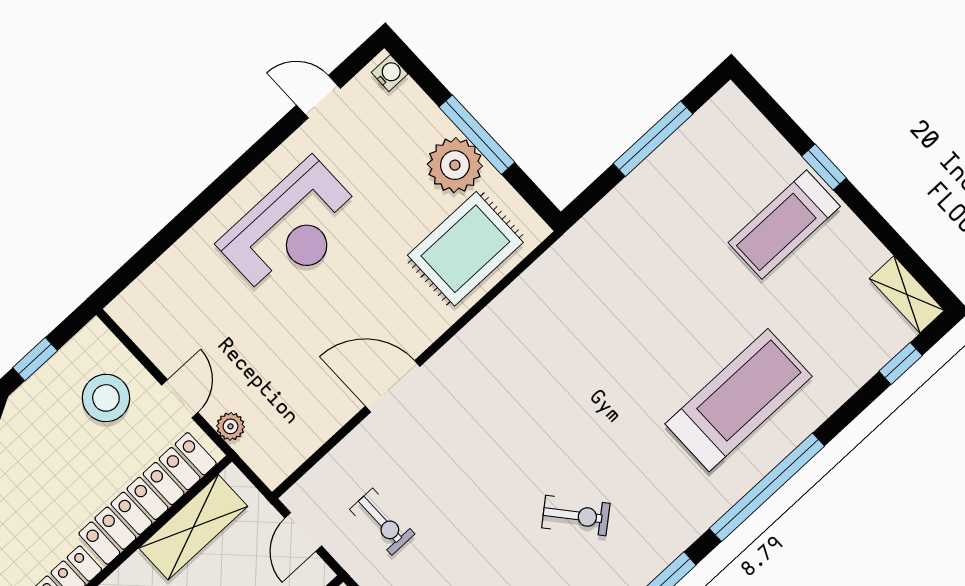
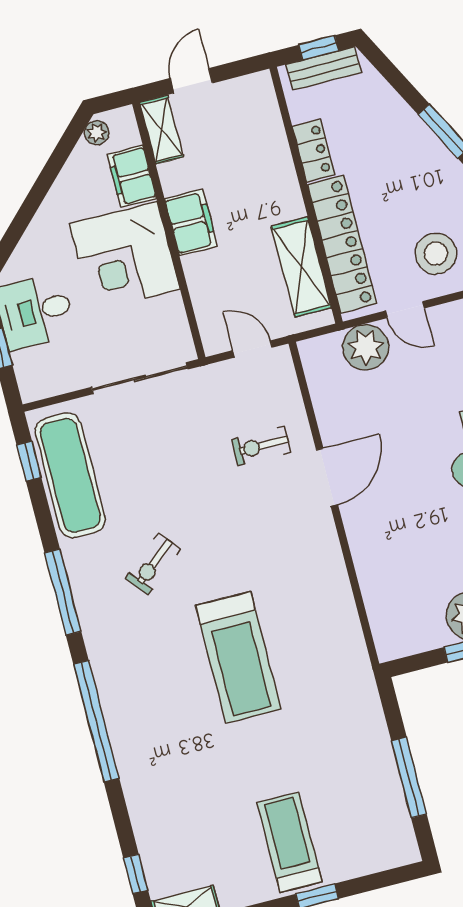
rug: (465, 249) -> (402, 589), removed
treadmill: (739, 400) -> (238, 657), moved
plant: (231, 426) -> (366, 347), width x1.88, depth x1.88
exercise bike: (382, 522) -> (261, 446), moved

